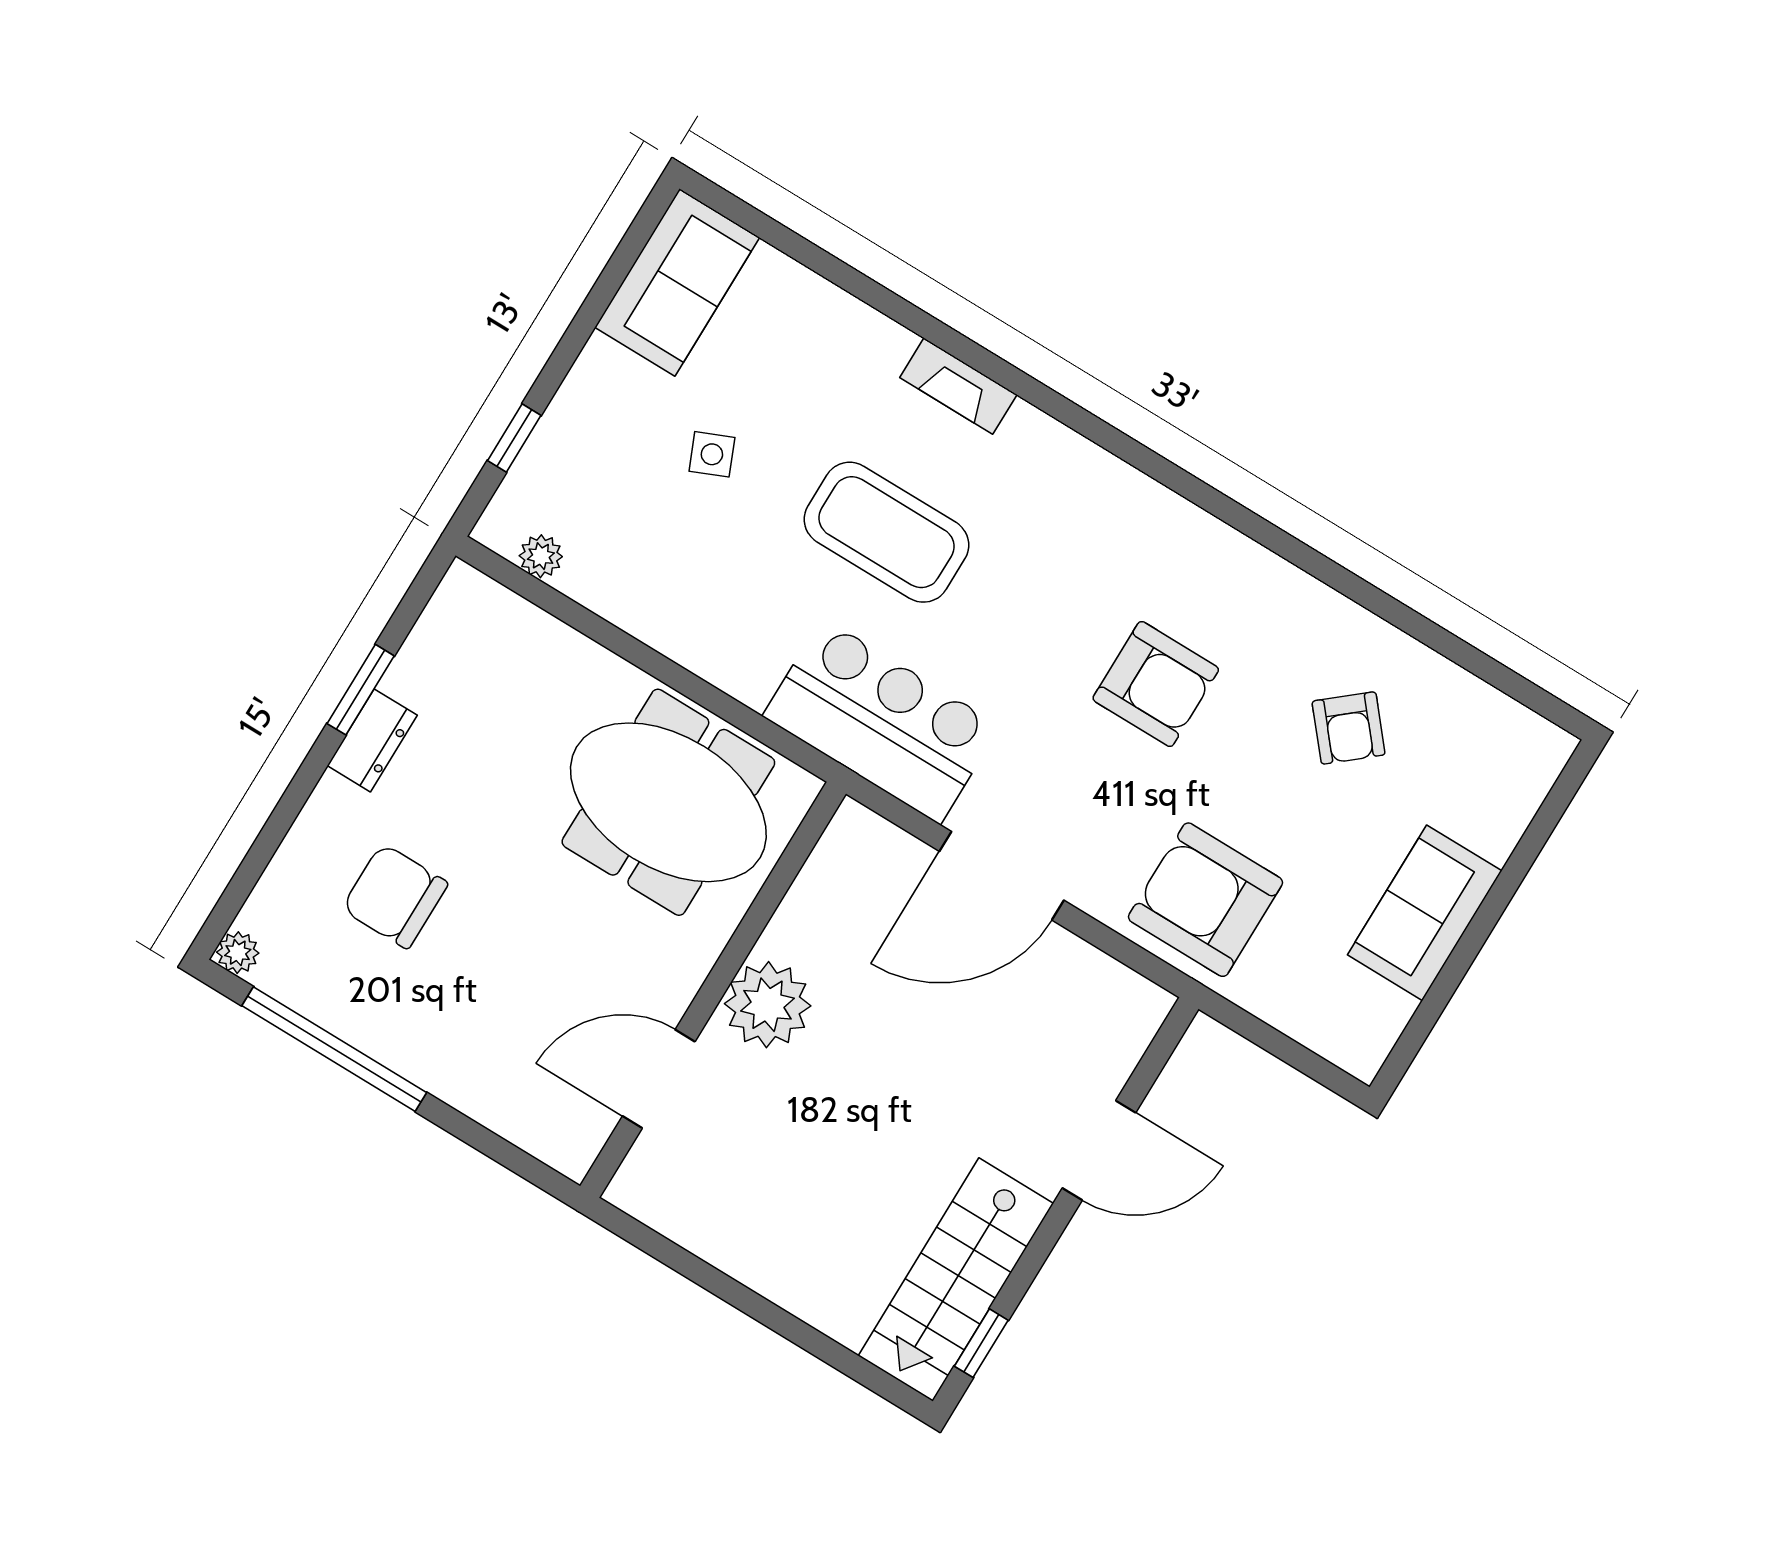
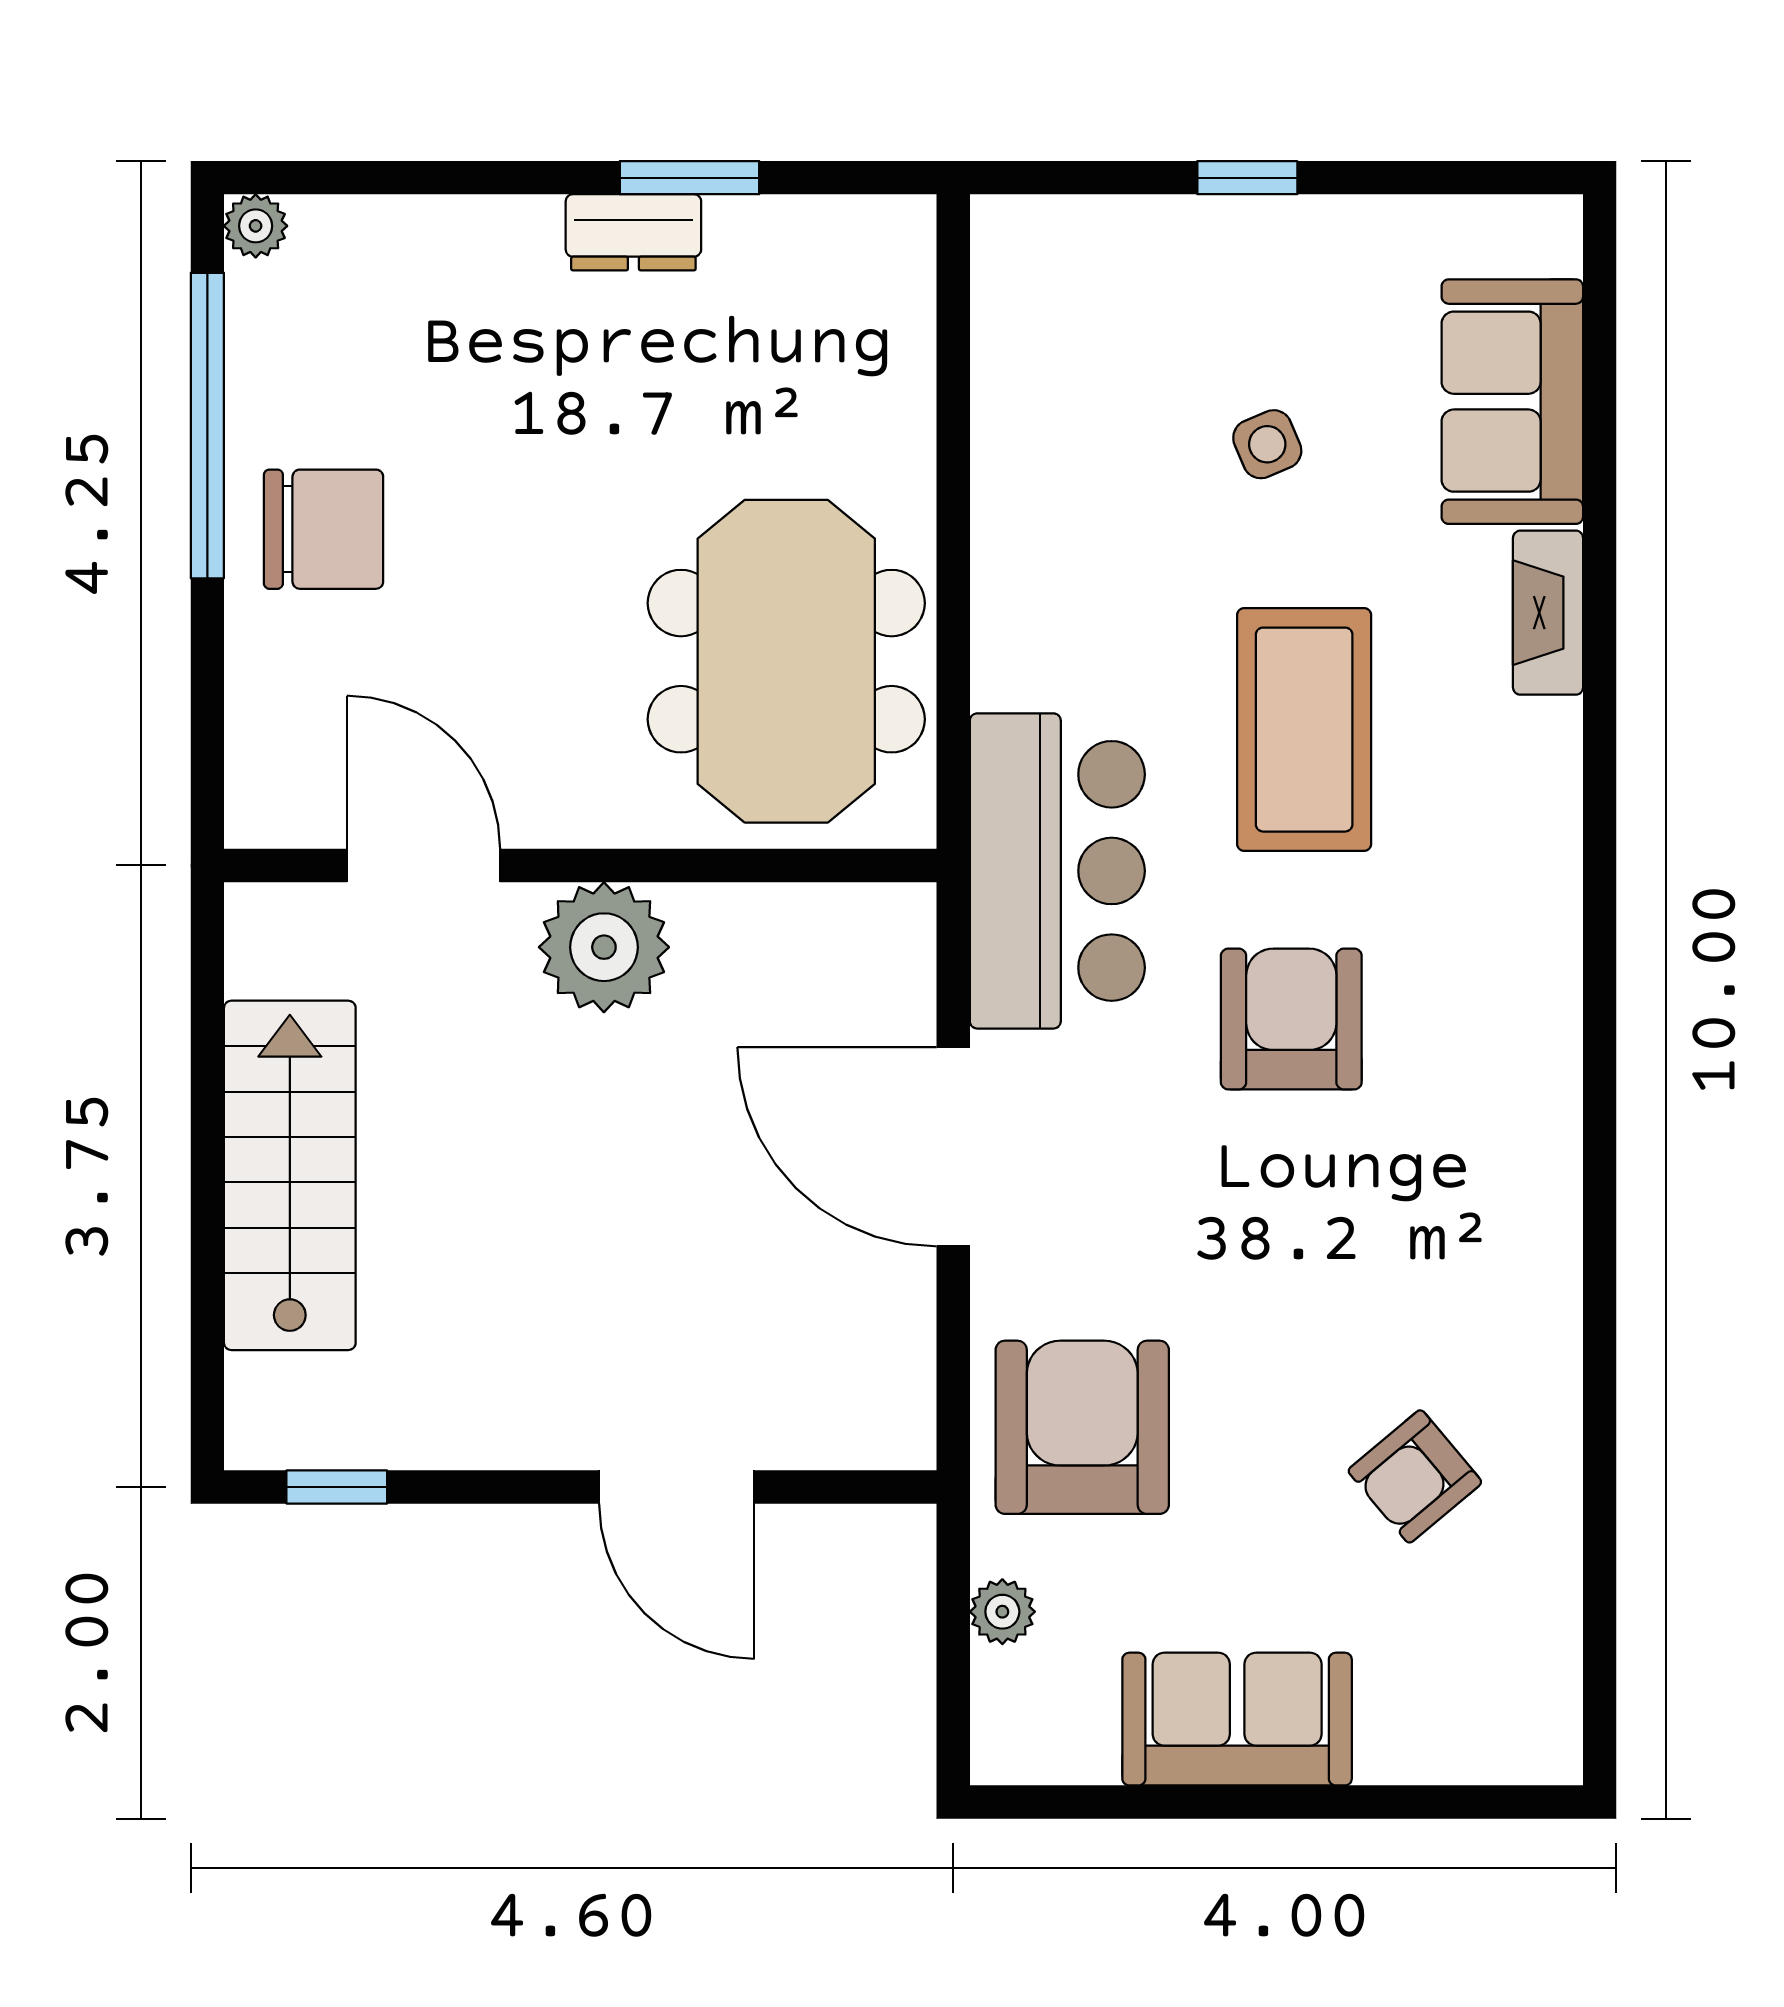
sofa: (677, 282) -> (1512, 402), moved, turned 90
fireplace: (958, 386) -> (1548, 613), moved
window: (514, 438) -> (1247, 178), moved
plant: (541, 556) -> (1002, 1612), moved
armchair: (1156, 684) -> (1291, 1019), moved, turned 180
chair: (395, 896) -> (324, 529), moved, turned 90
stairs: (956, 1280) -> (290, 1175), moved, turned 90

